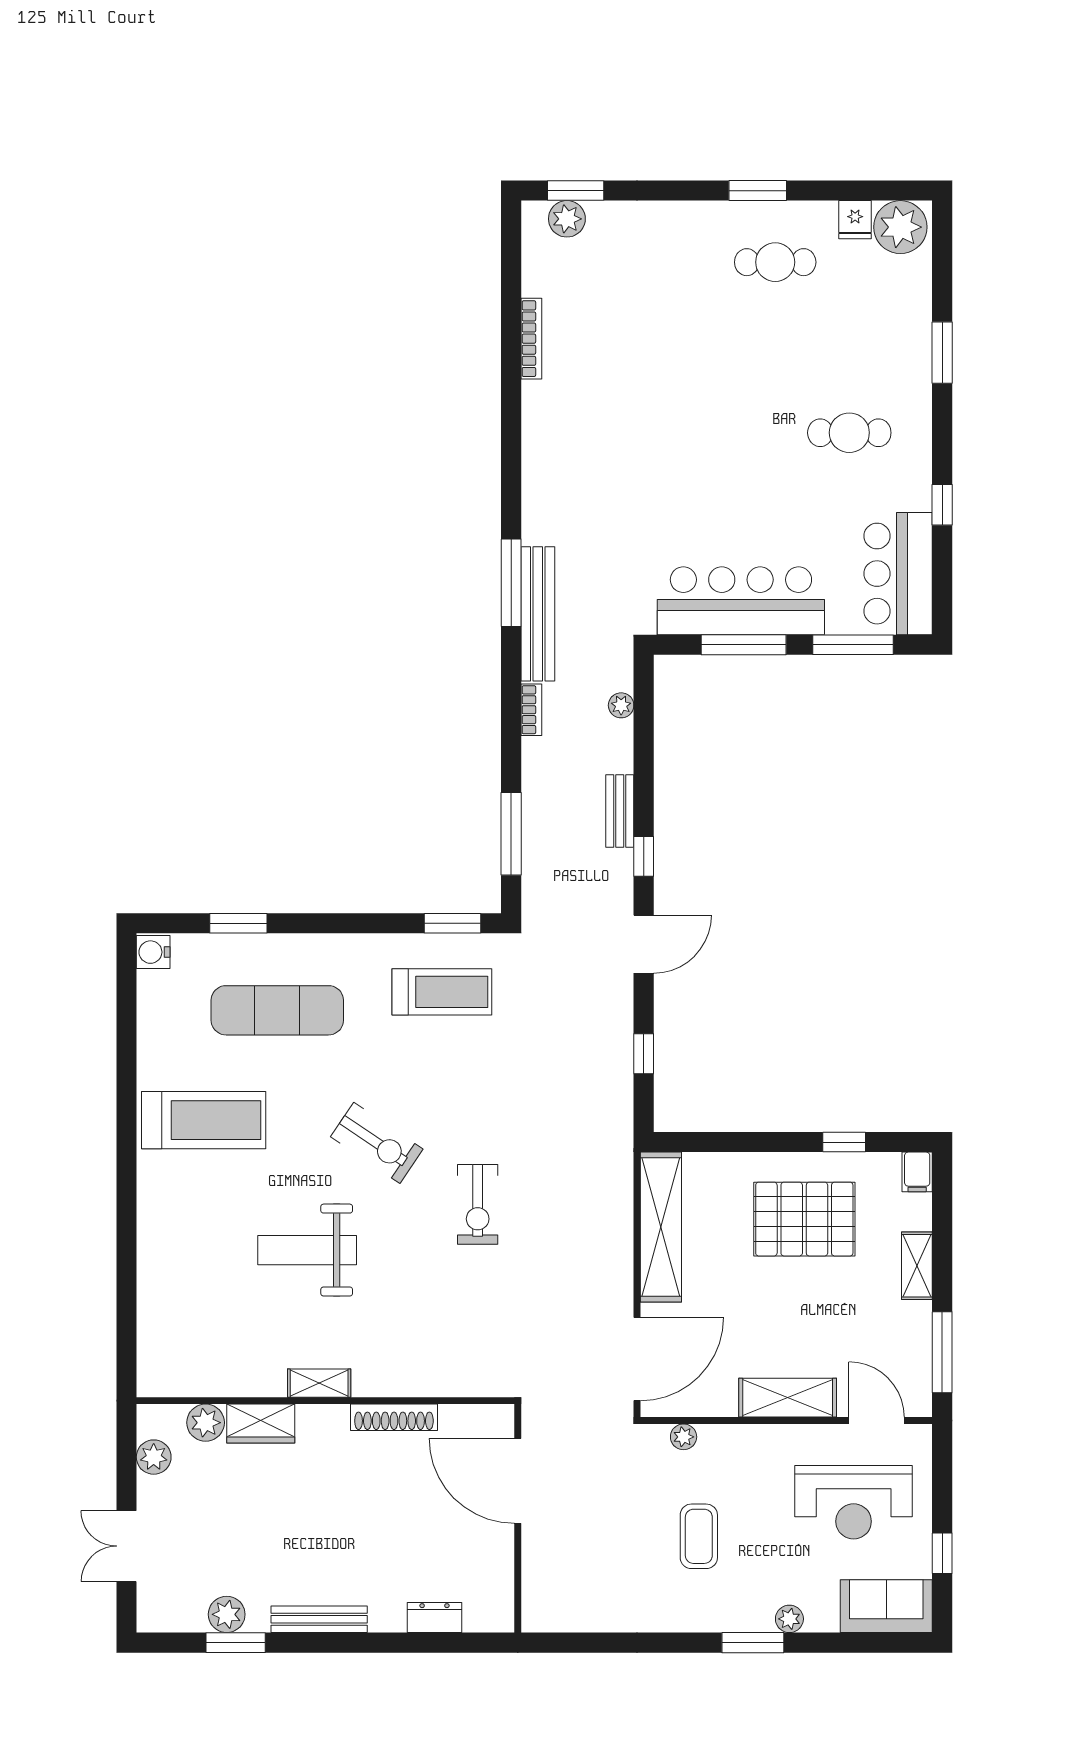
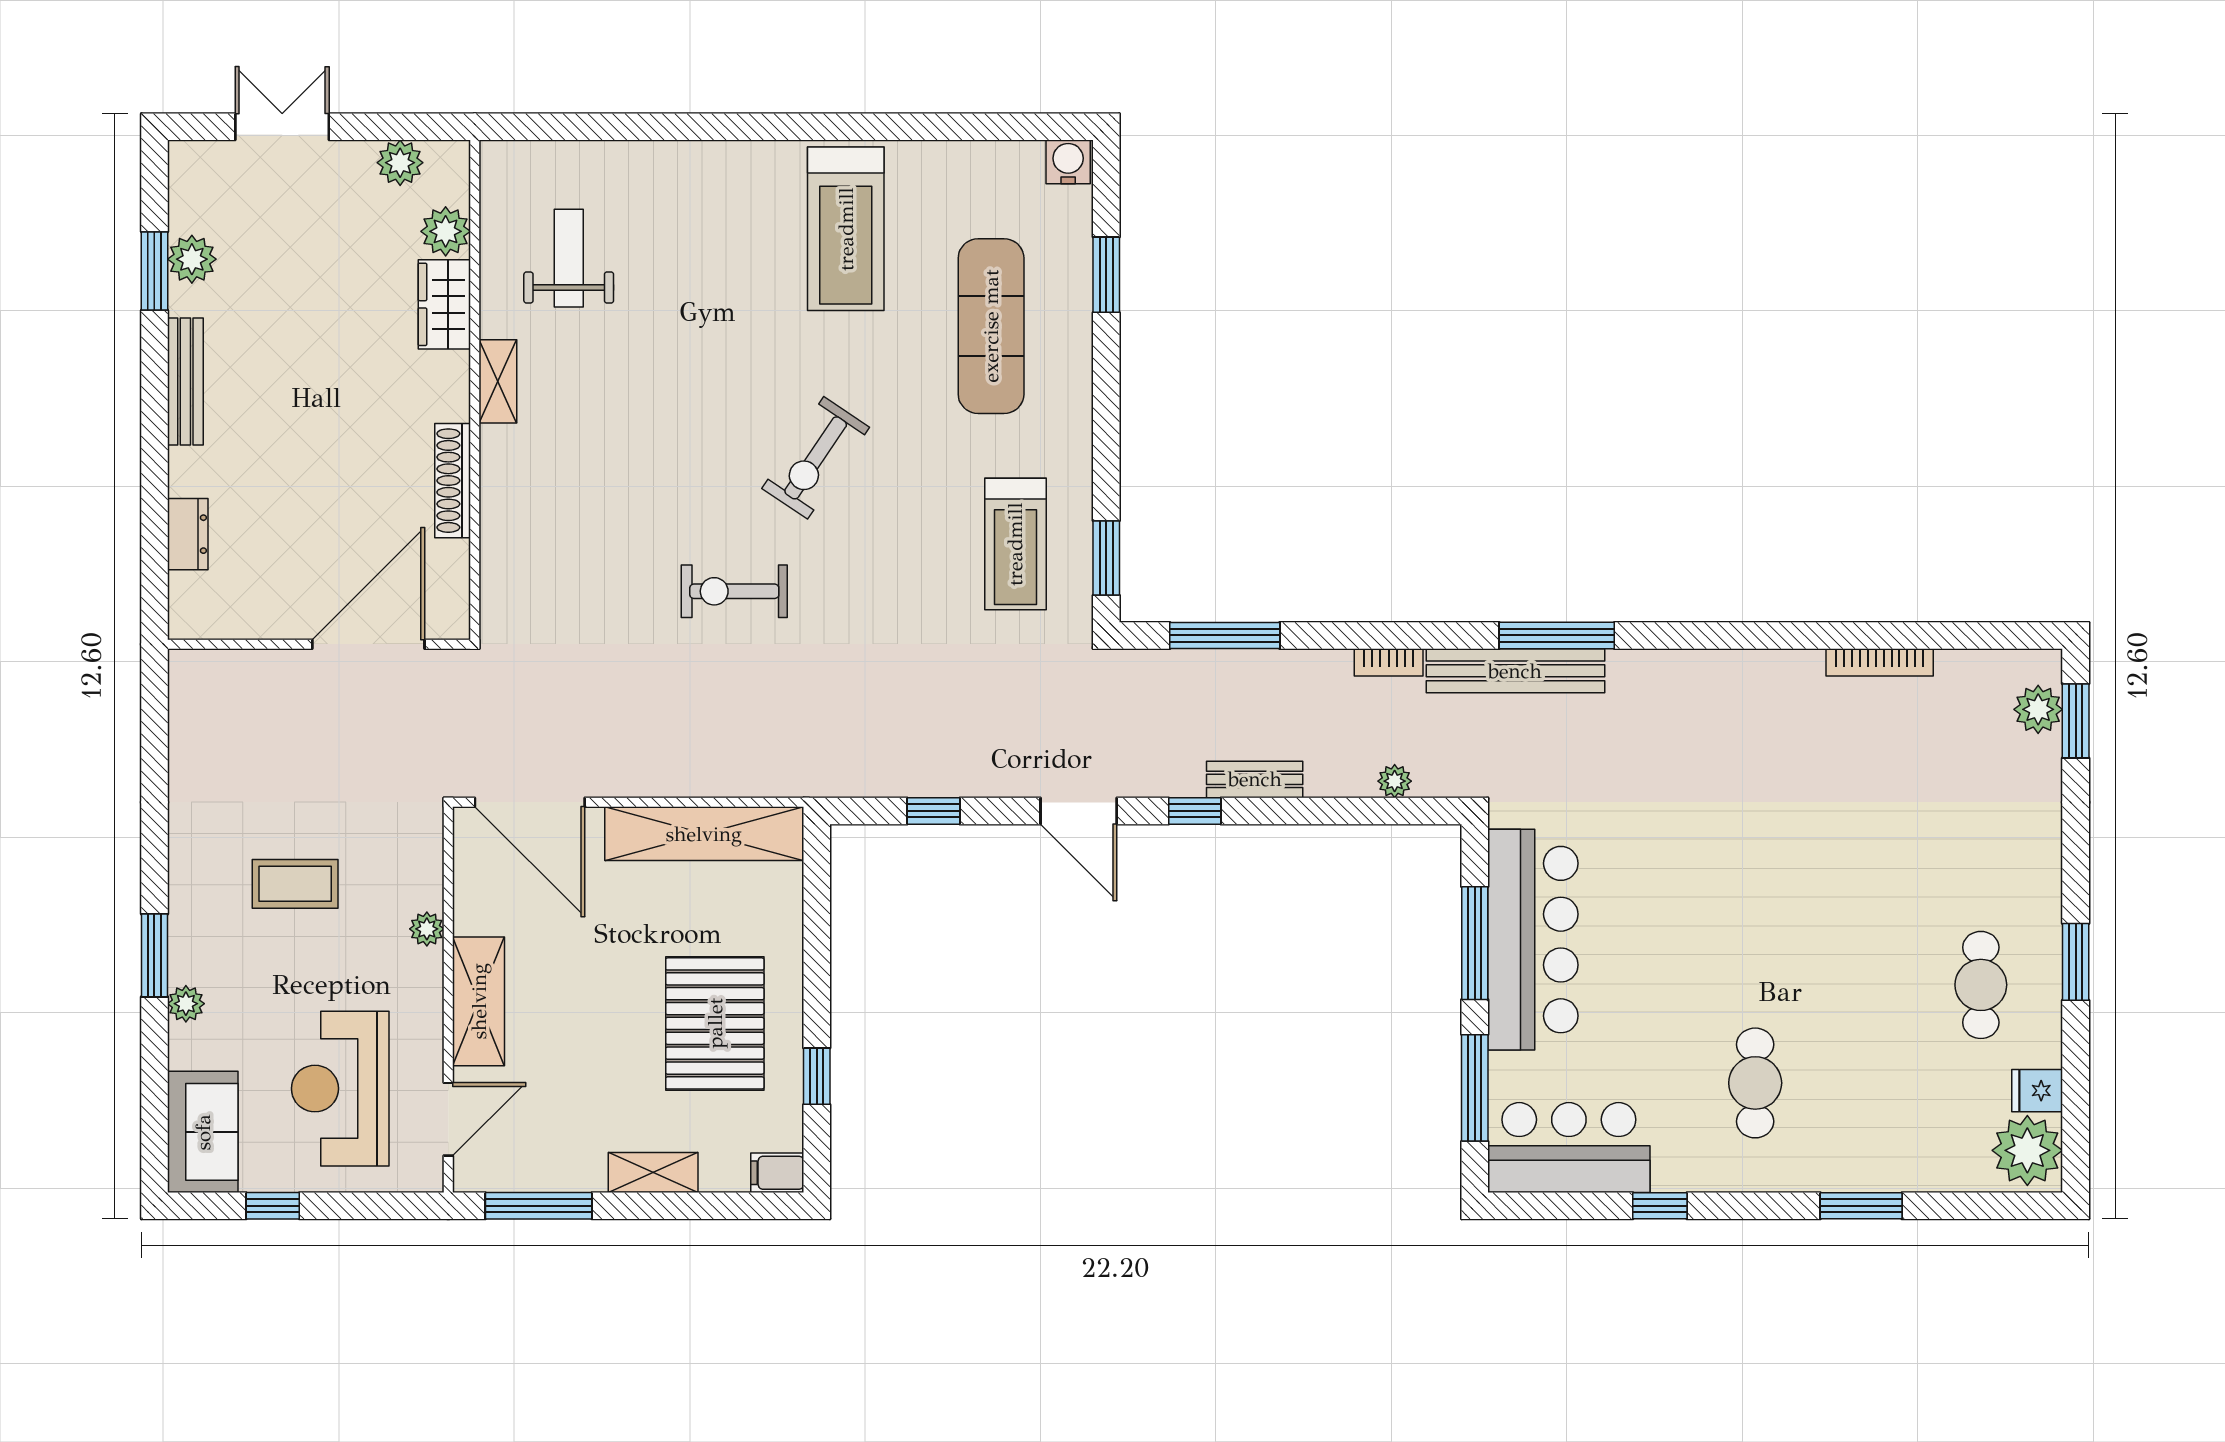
weight bench: (307, 1250) -> (569, 258), moved, width x0.73, depth x0.75
plant: (684, 1437) -> (427, 929), moved

